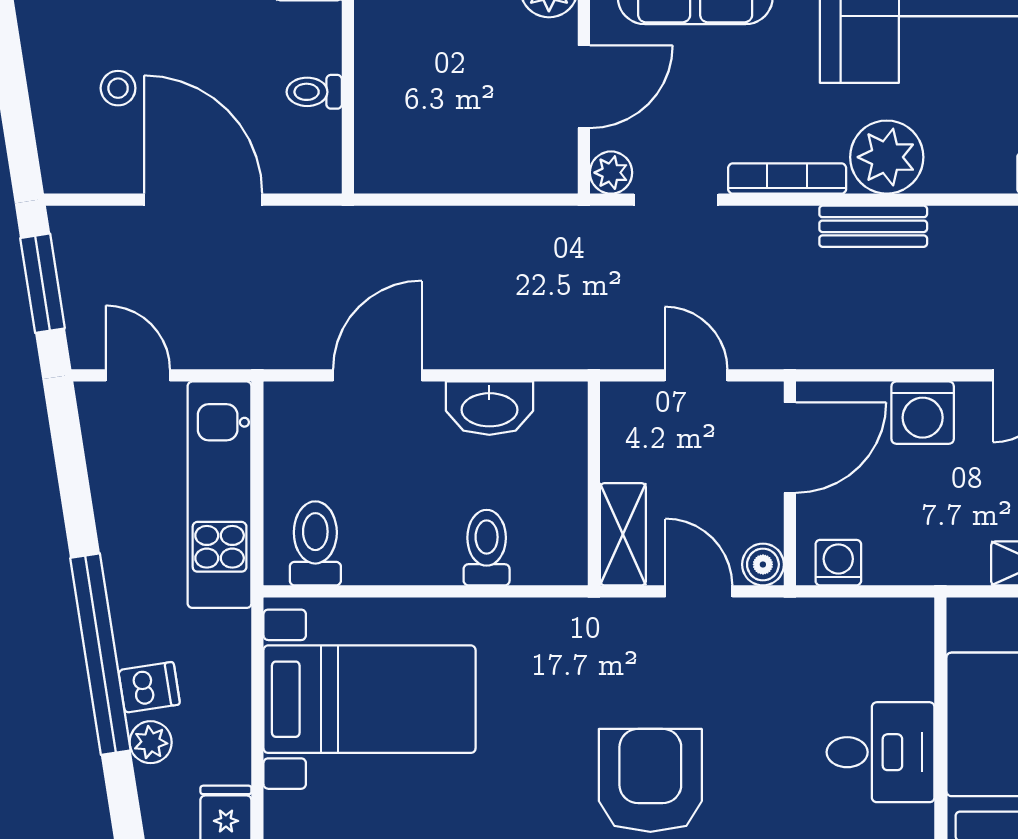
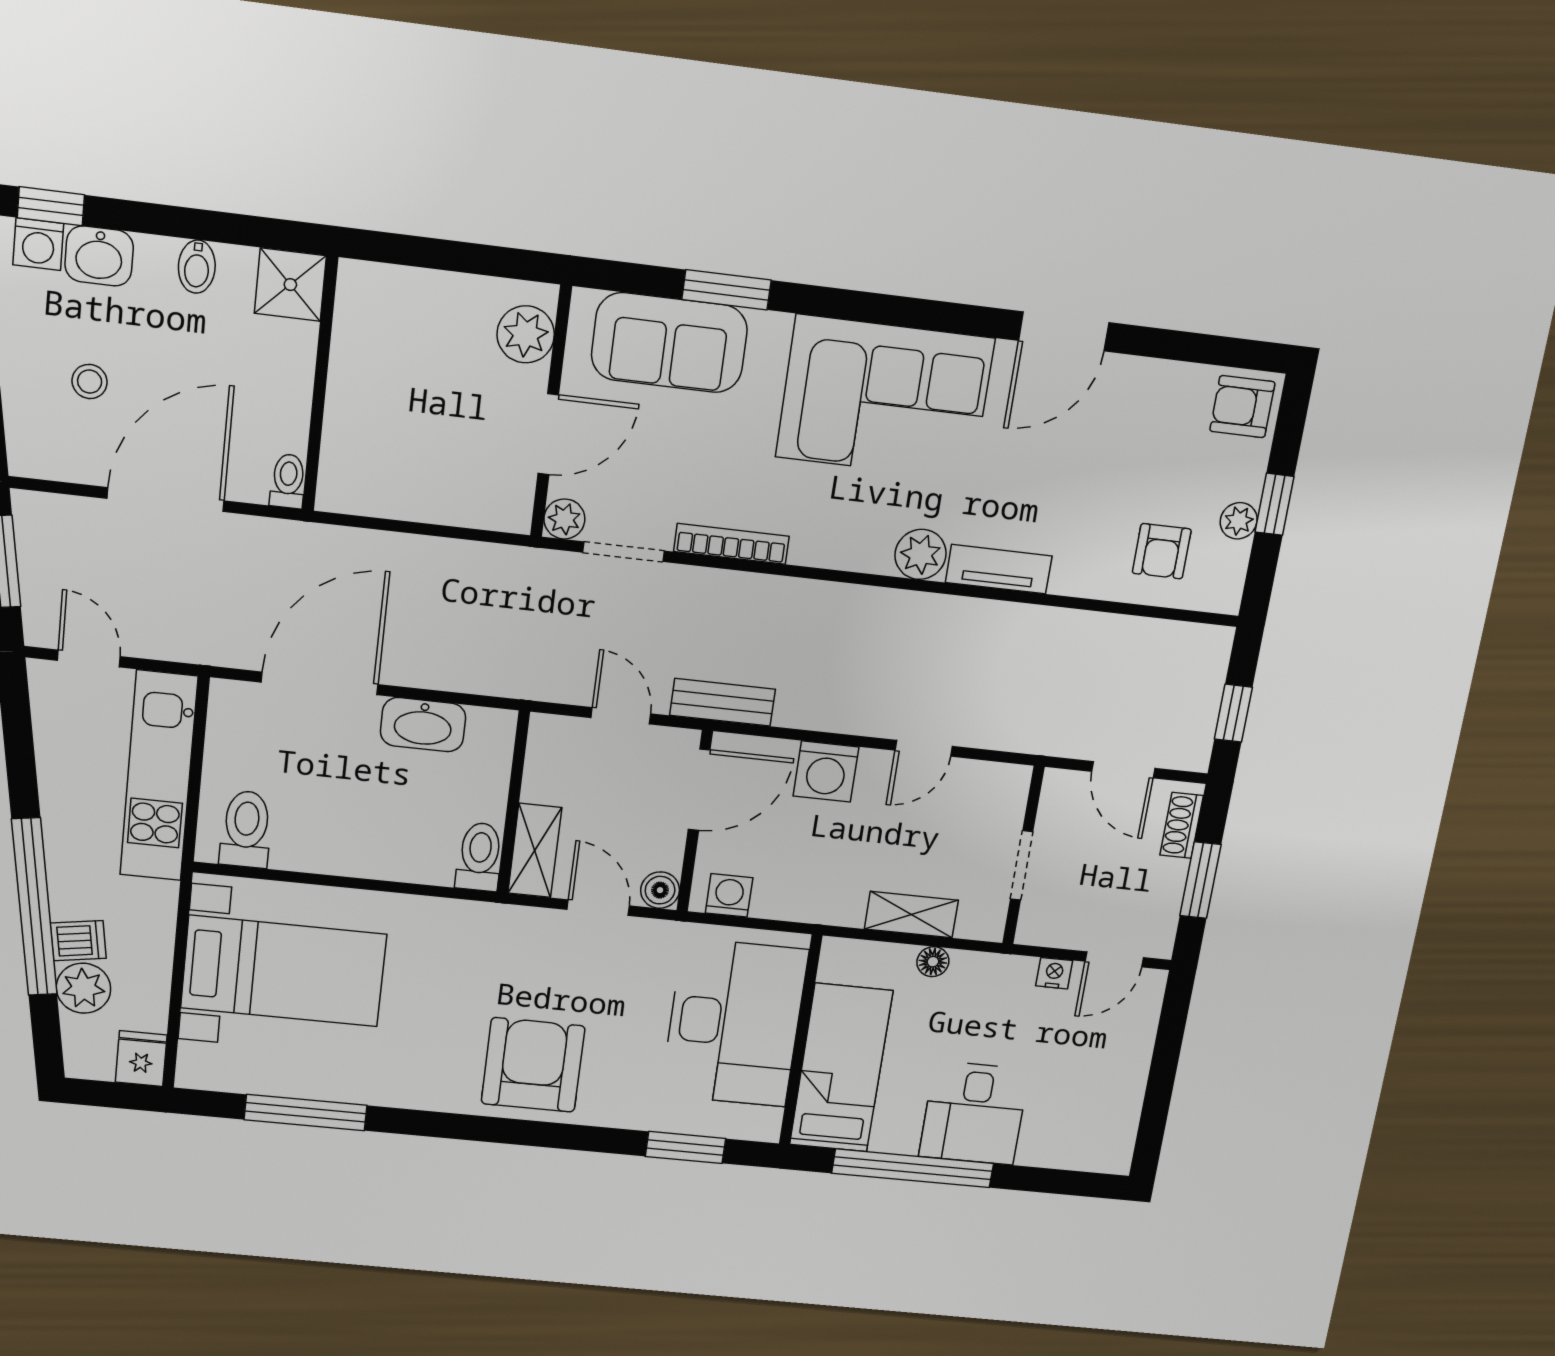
toilet: (314, 92) -> (288, 481), moved, turned 90
plant: (887, 157) -> (921, 554), moved, width x0.73, depth x0.73
door: (203, 200) -> (166, 500), hinge flipped
bench: (873, 226) -> (723, 702), moved
door: (377, 375) -> (320, 683), width x1.36
toilet: (487, 548) -> (479, 857), moved
plant: (151, 742) -> (83, 988), width x1.38, depth x1.38
desk: (881, 752) -> (734, 1023), width x1.87, depth x1.30

